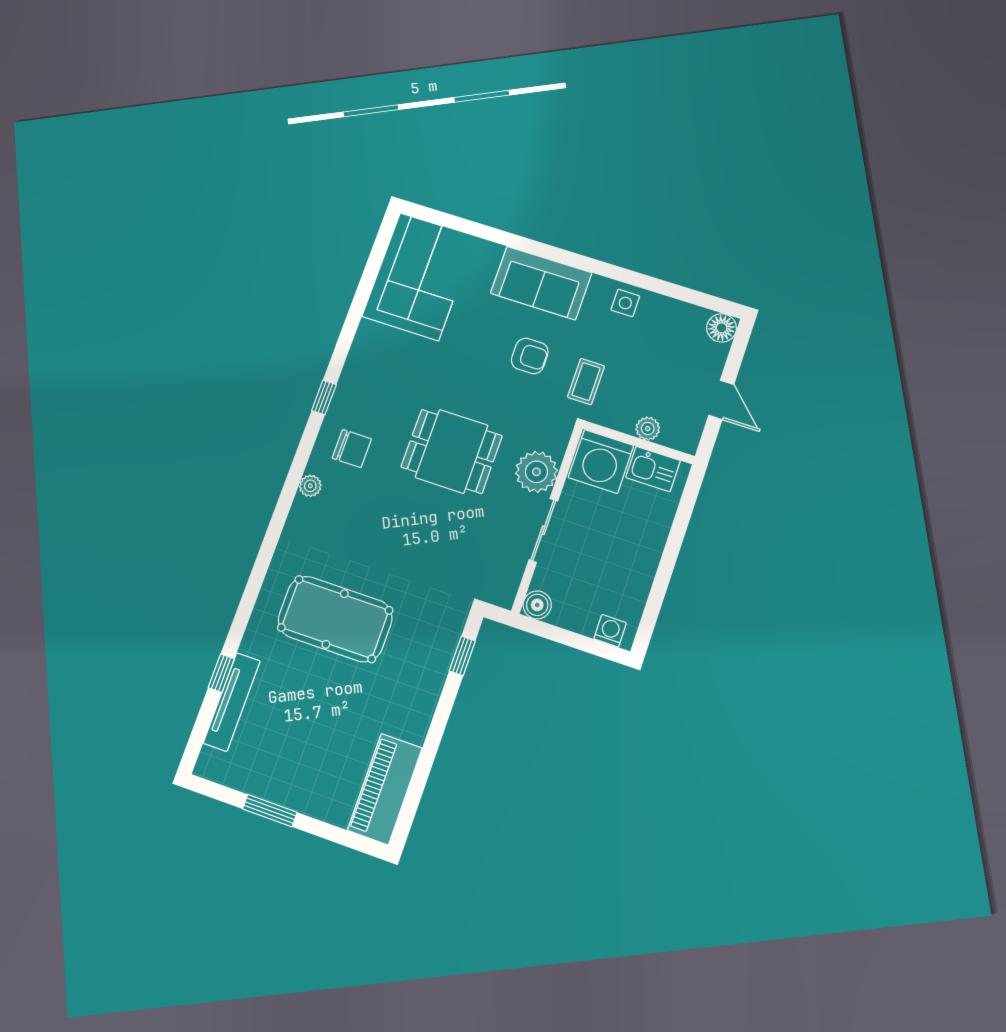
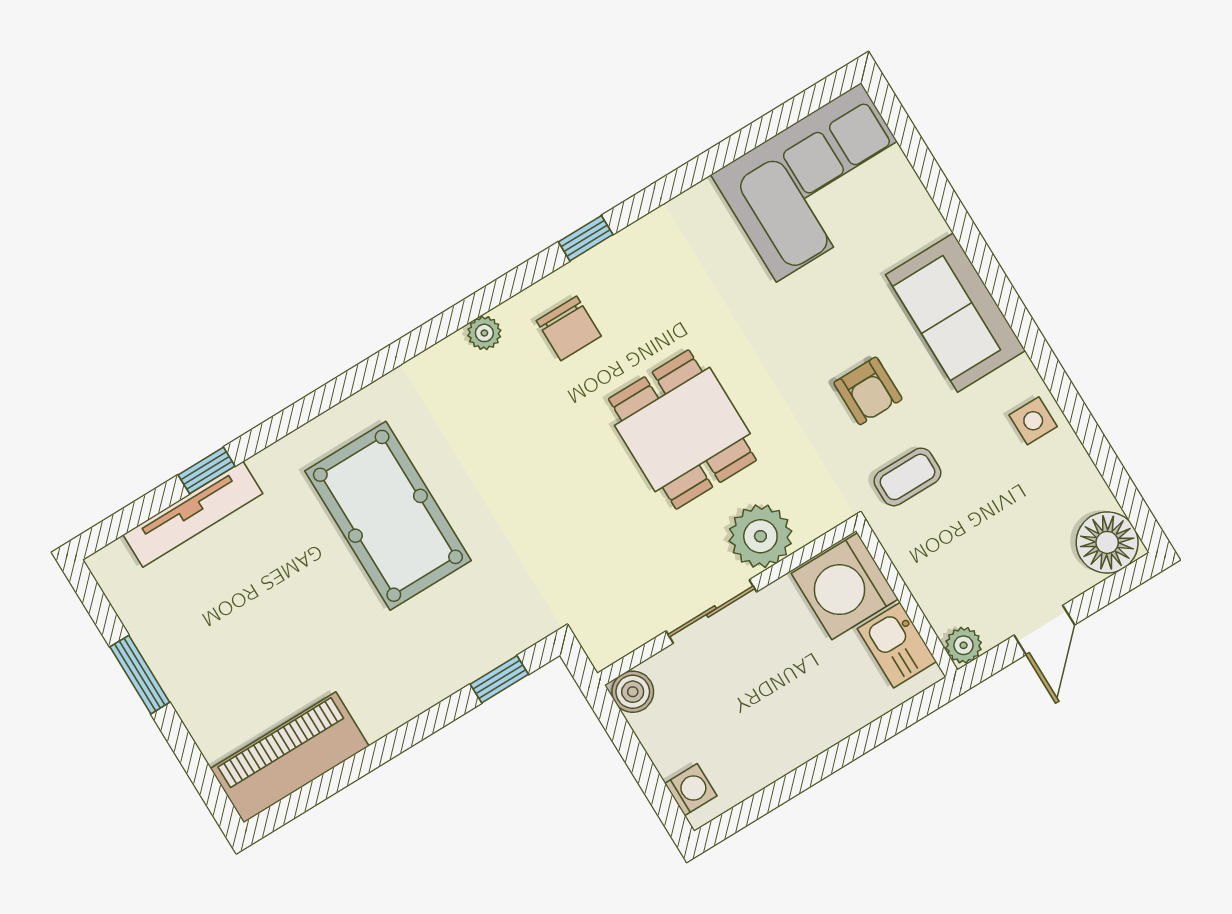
floor lamp: (722, 328) -> (1107, 542), width x1.38, depth x1.38
plant: (648, 429) -> (964, 645), moved

